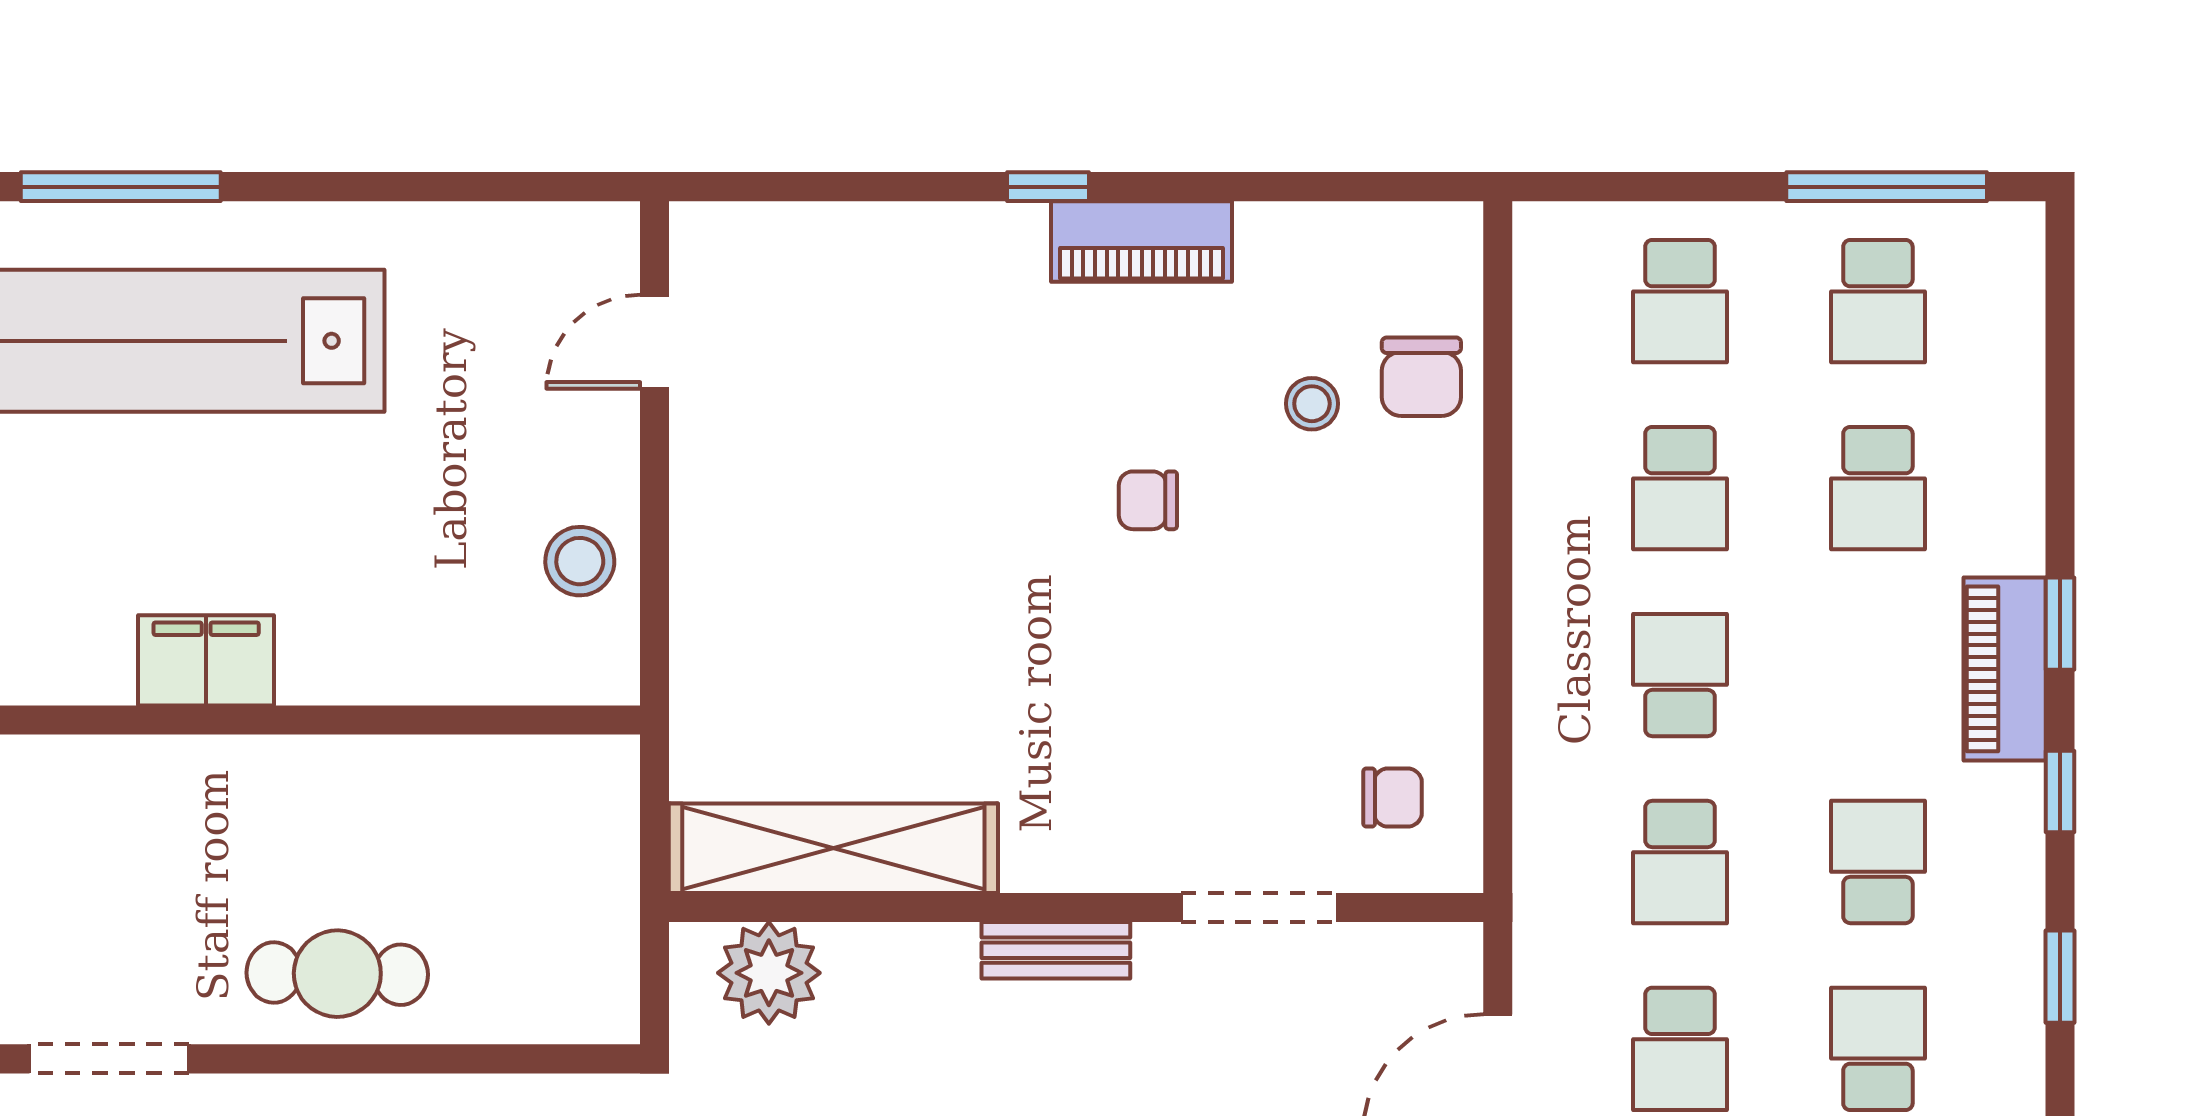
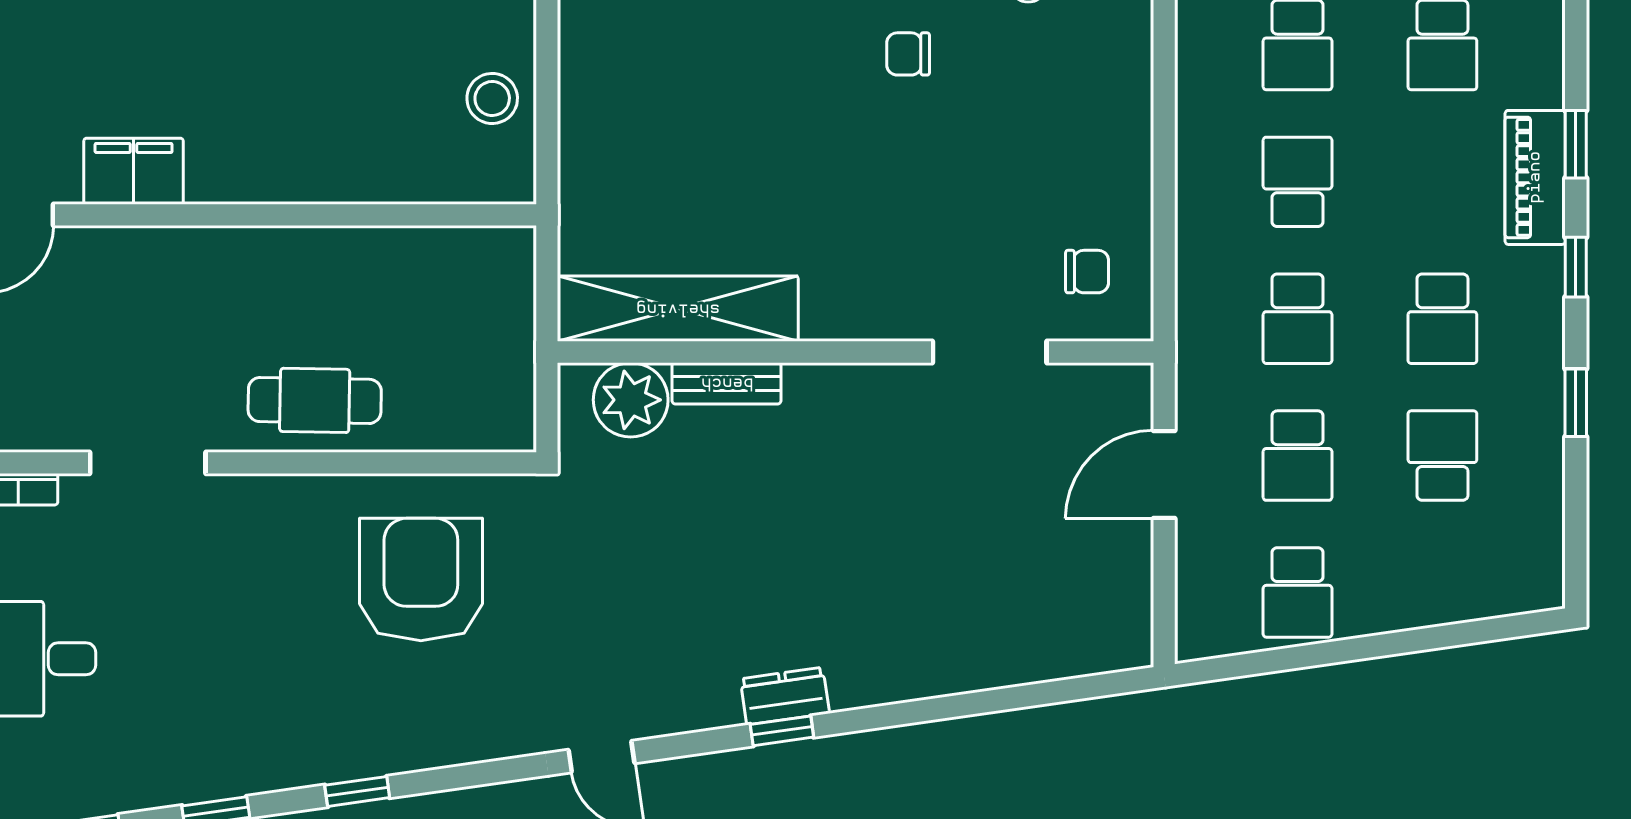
filing cabinet: (206, 660) -> (134, 171), moved
school desk: (1878, 862) -> (1442, 319), turned 180
bench: (1056, 950) -> (727, 383), moved

